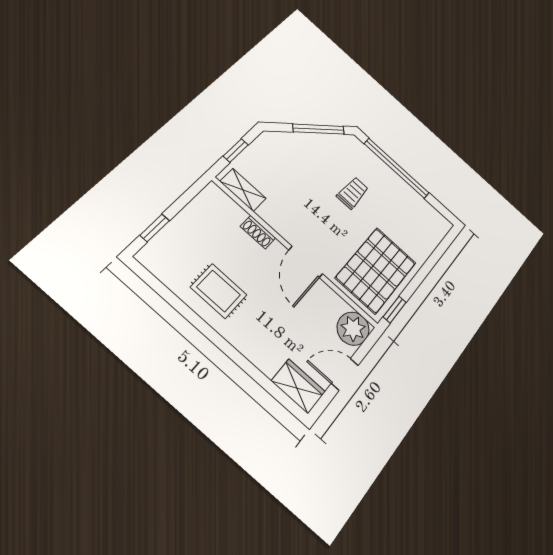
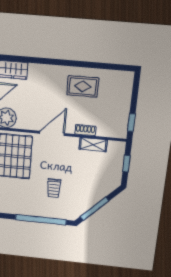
shelving: (243, 190) -> (93, 145), moved
window: (155, 228) -> (131, 122), moved
door: (306, 262) -> (52, 133), hinge flipped

